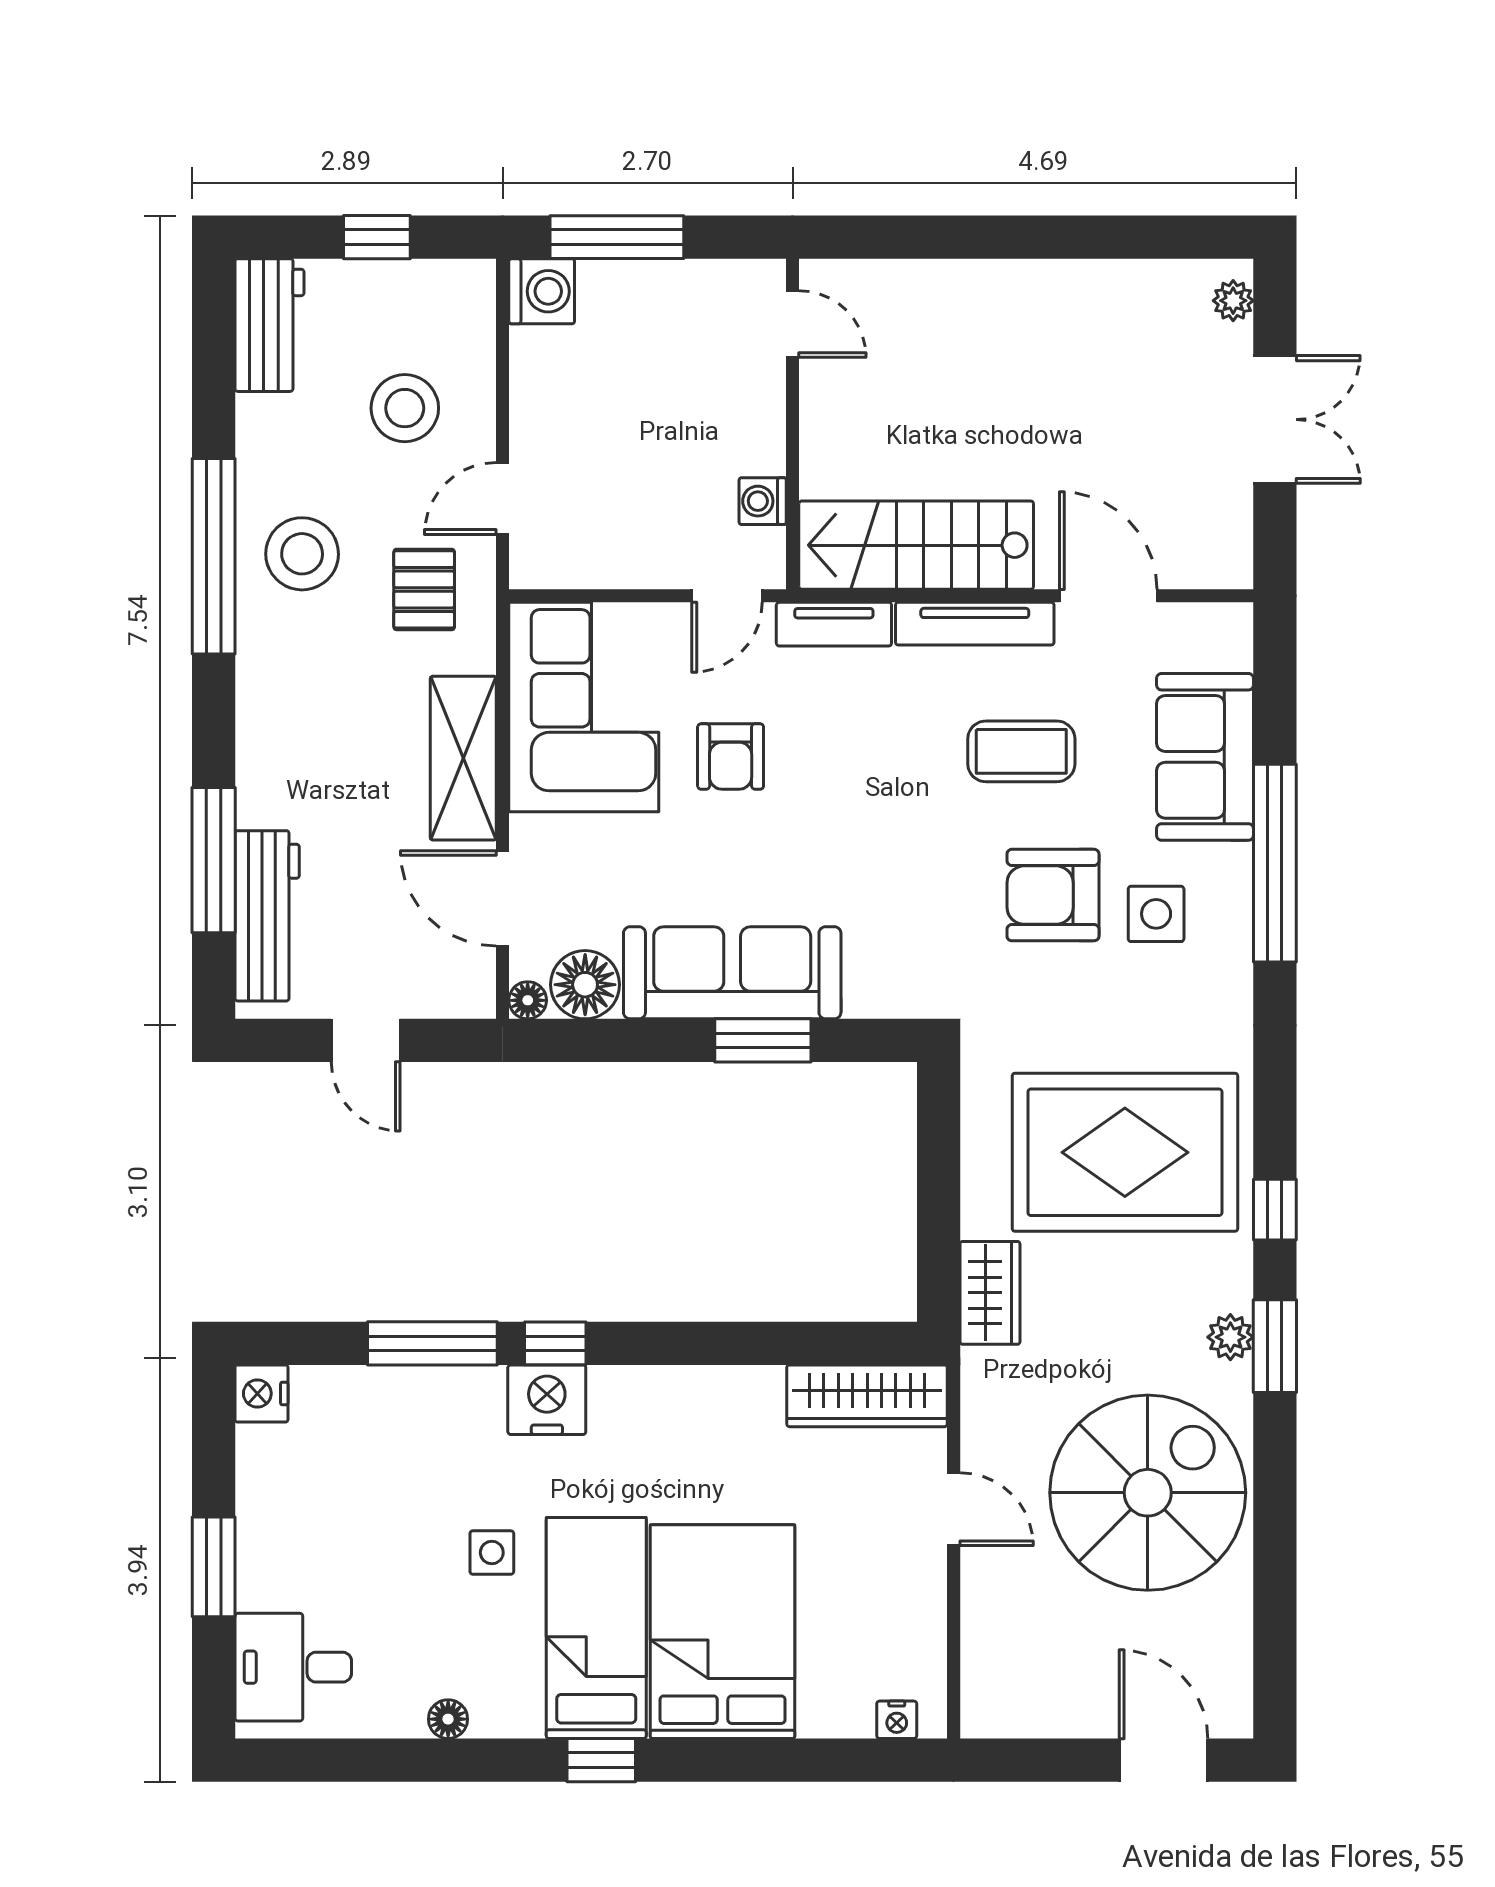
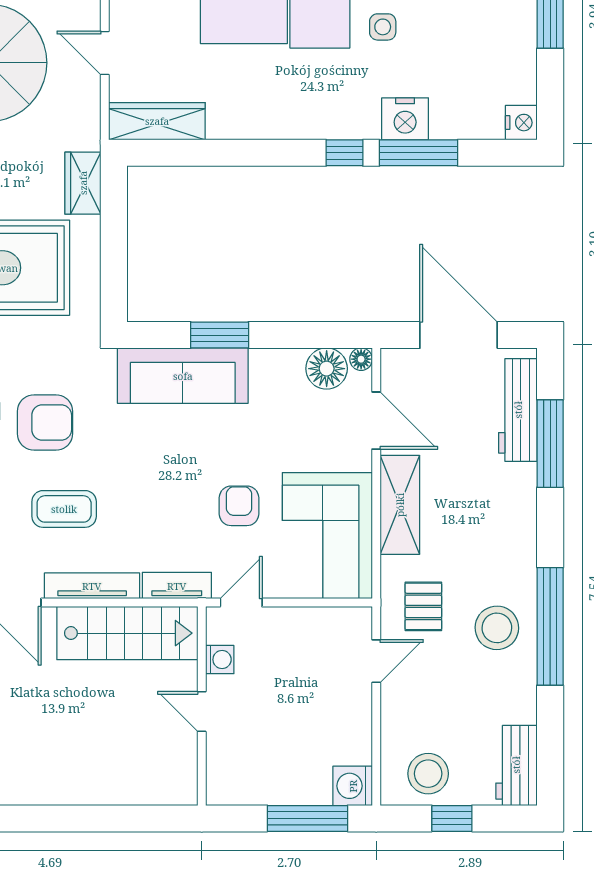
door: (793, 324) -> (202, 712), moved
stool: (405, 408) -> (428, 774), moved
sofa: (732, 973) -> (183, 376), moved
door: (366, 1040) -> (459, 335), width x1.87
nightstand: (547, 1400) -> (405, 119), moved

